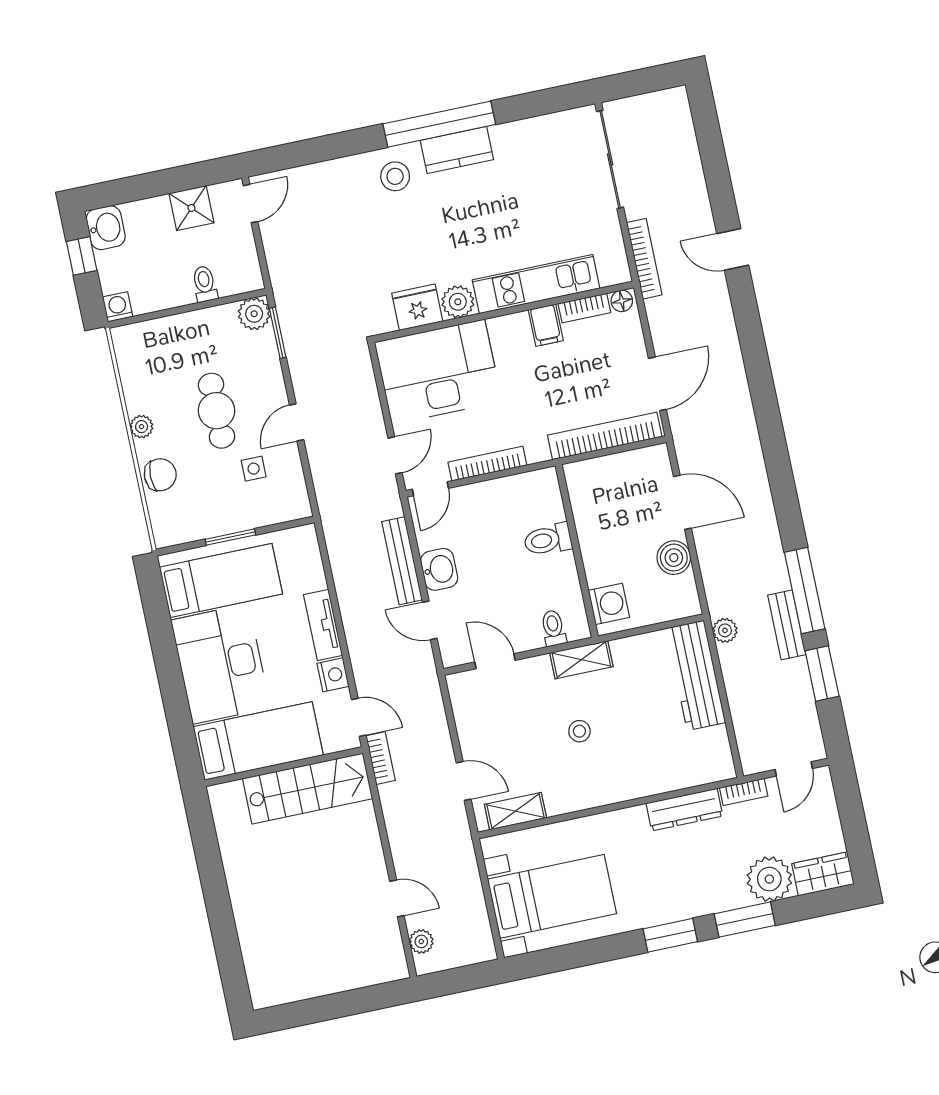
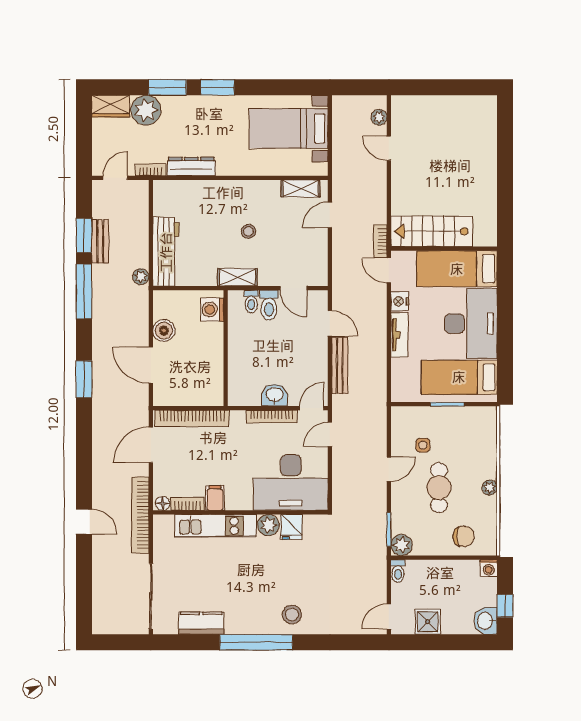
kitchen counter: (457, 150) -> (201, 623), moved
bookcase: (644, 259) -> (140, 515), width x1.48, depth x1.31
toilet: (205, 284) -> (398, 571), moved
fridge: (417, 307) -> (291, 527), width x0.72
window: (777, 460) -> (84, 379), added
chair: (160, 475) -> (464, 536), moved, turned 180
toilet: (548, 540) -> (269, 305), moved, turned 90
washbasin: (439, 569) -> (275, 395), moved, turned 90
bench: (787, 625) -> (100, 241), moved
door: (464, 781) -> (330, 215), hinge flipped

